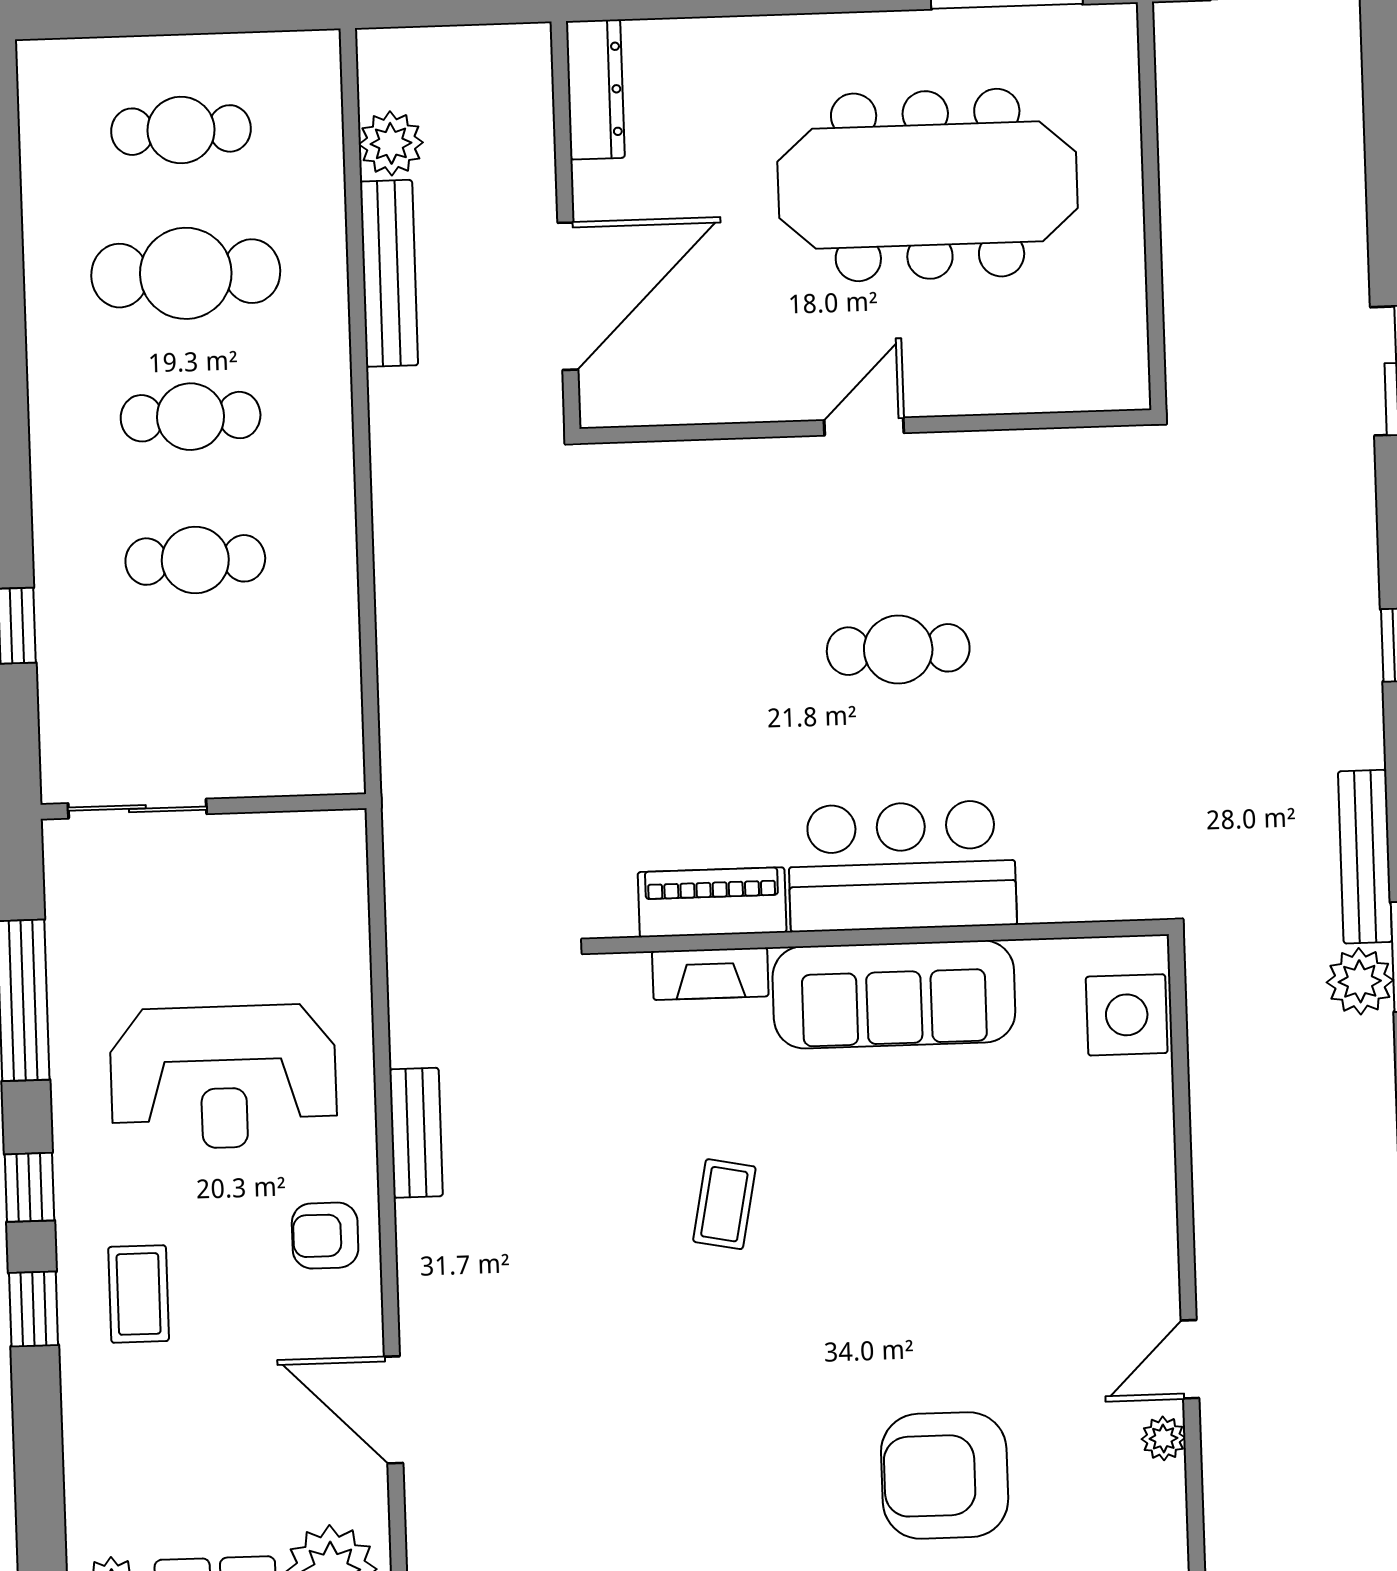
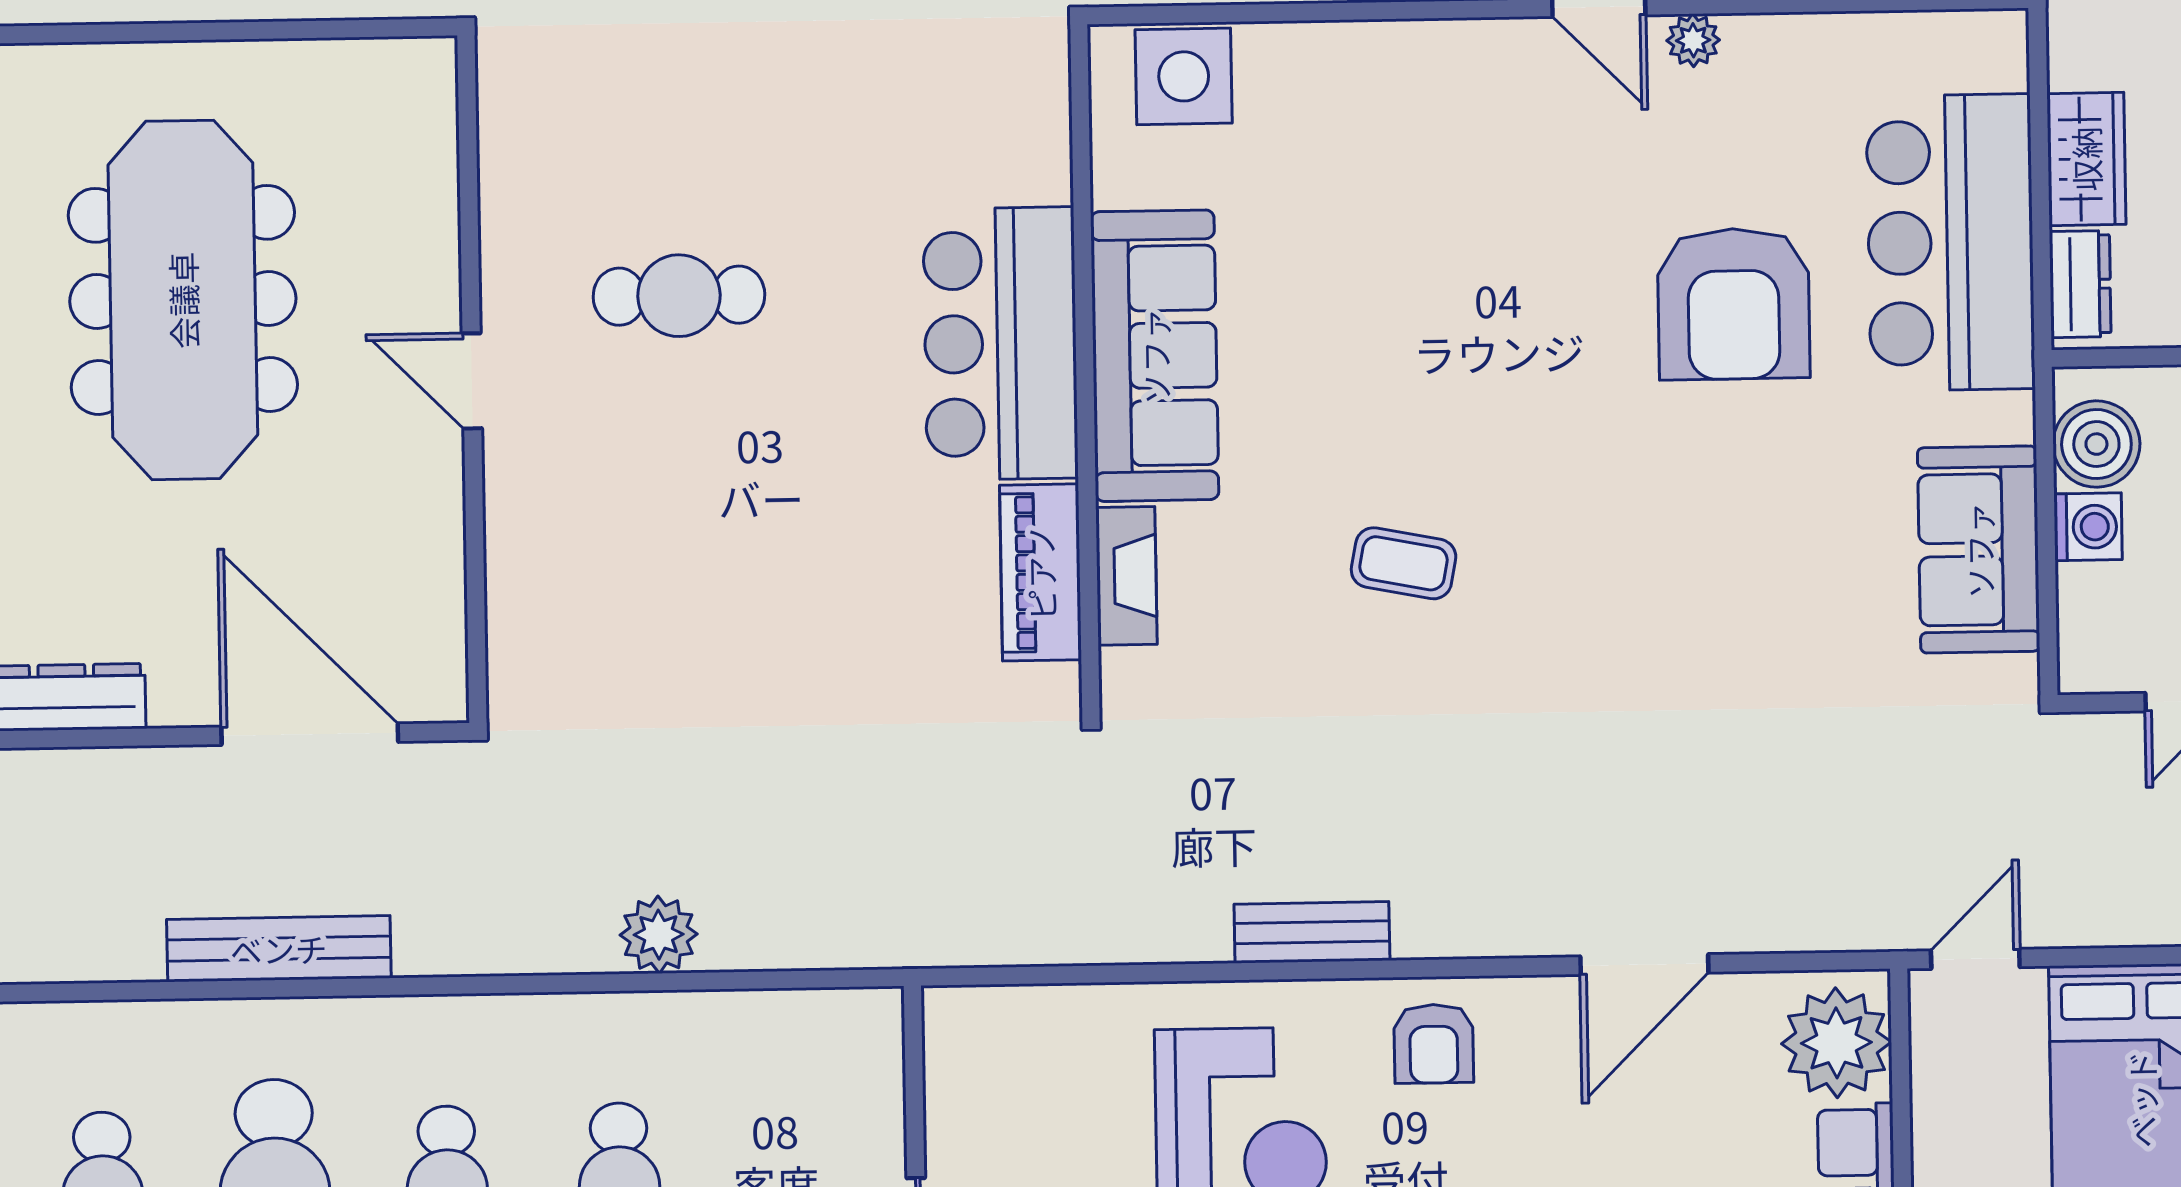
plant: (391, 143) -> (659, 935), moved
cafe table: (898, 649) -> (679, 296), moved, turned 90

